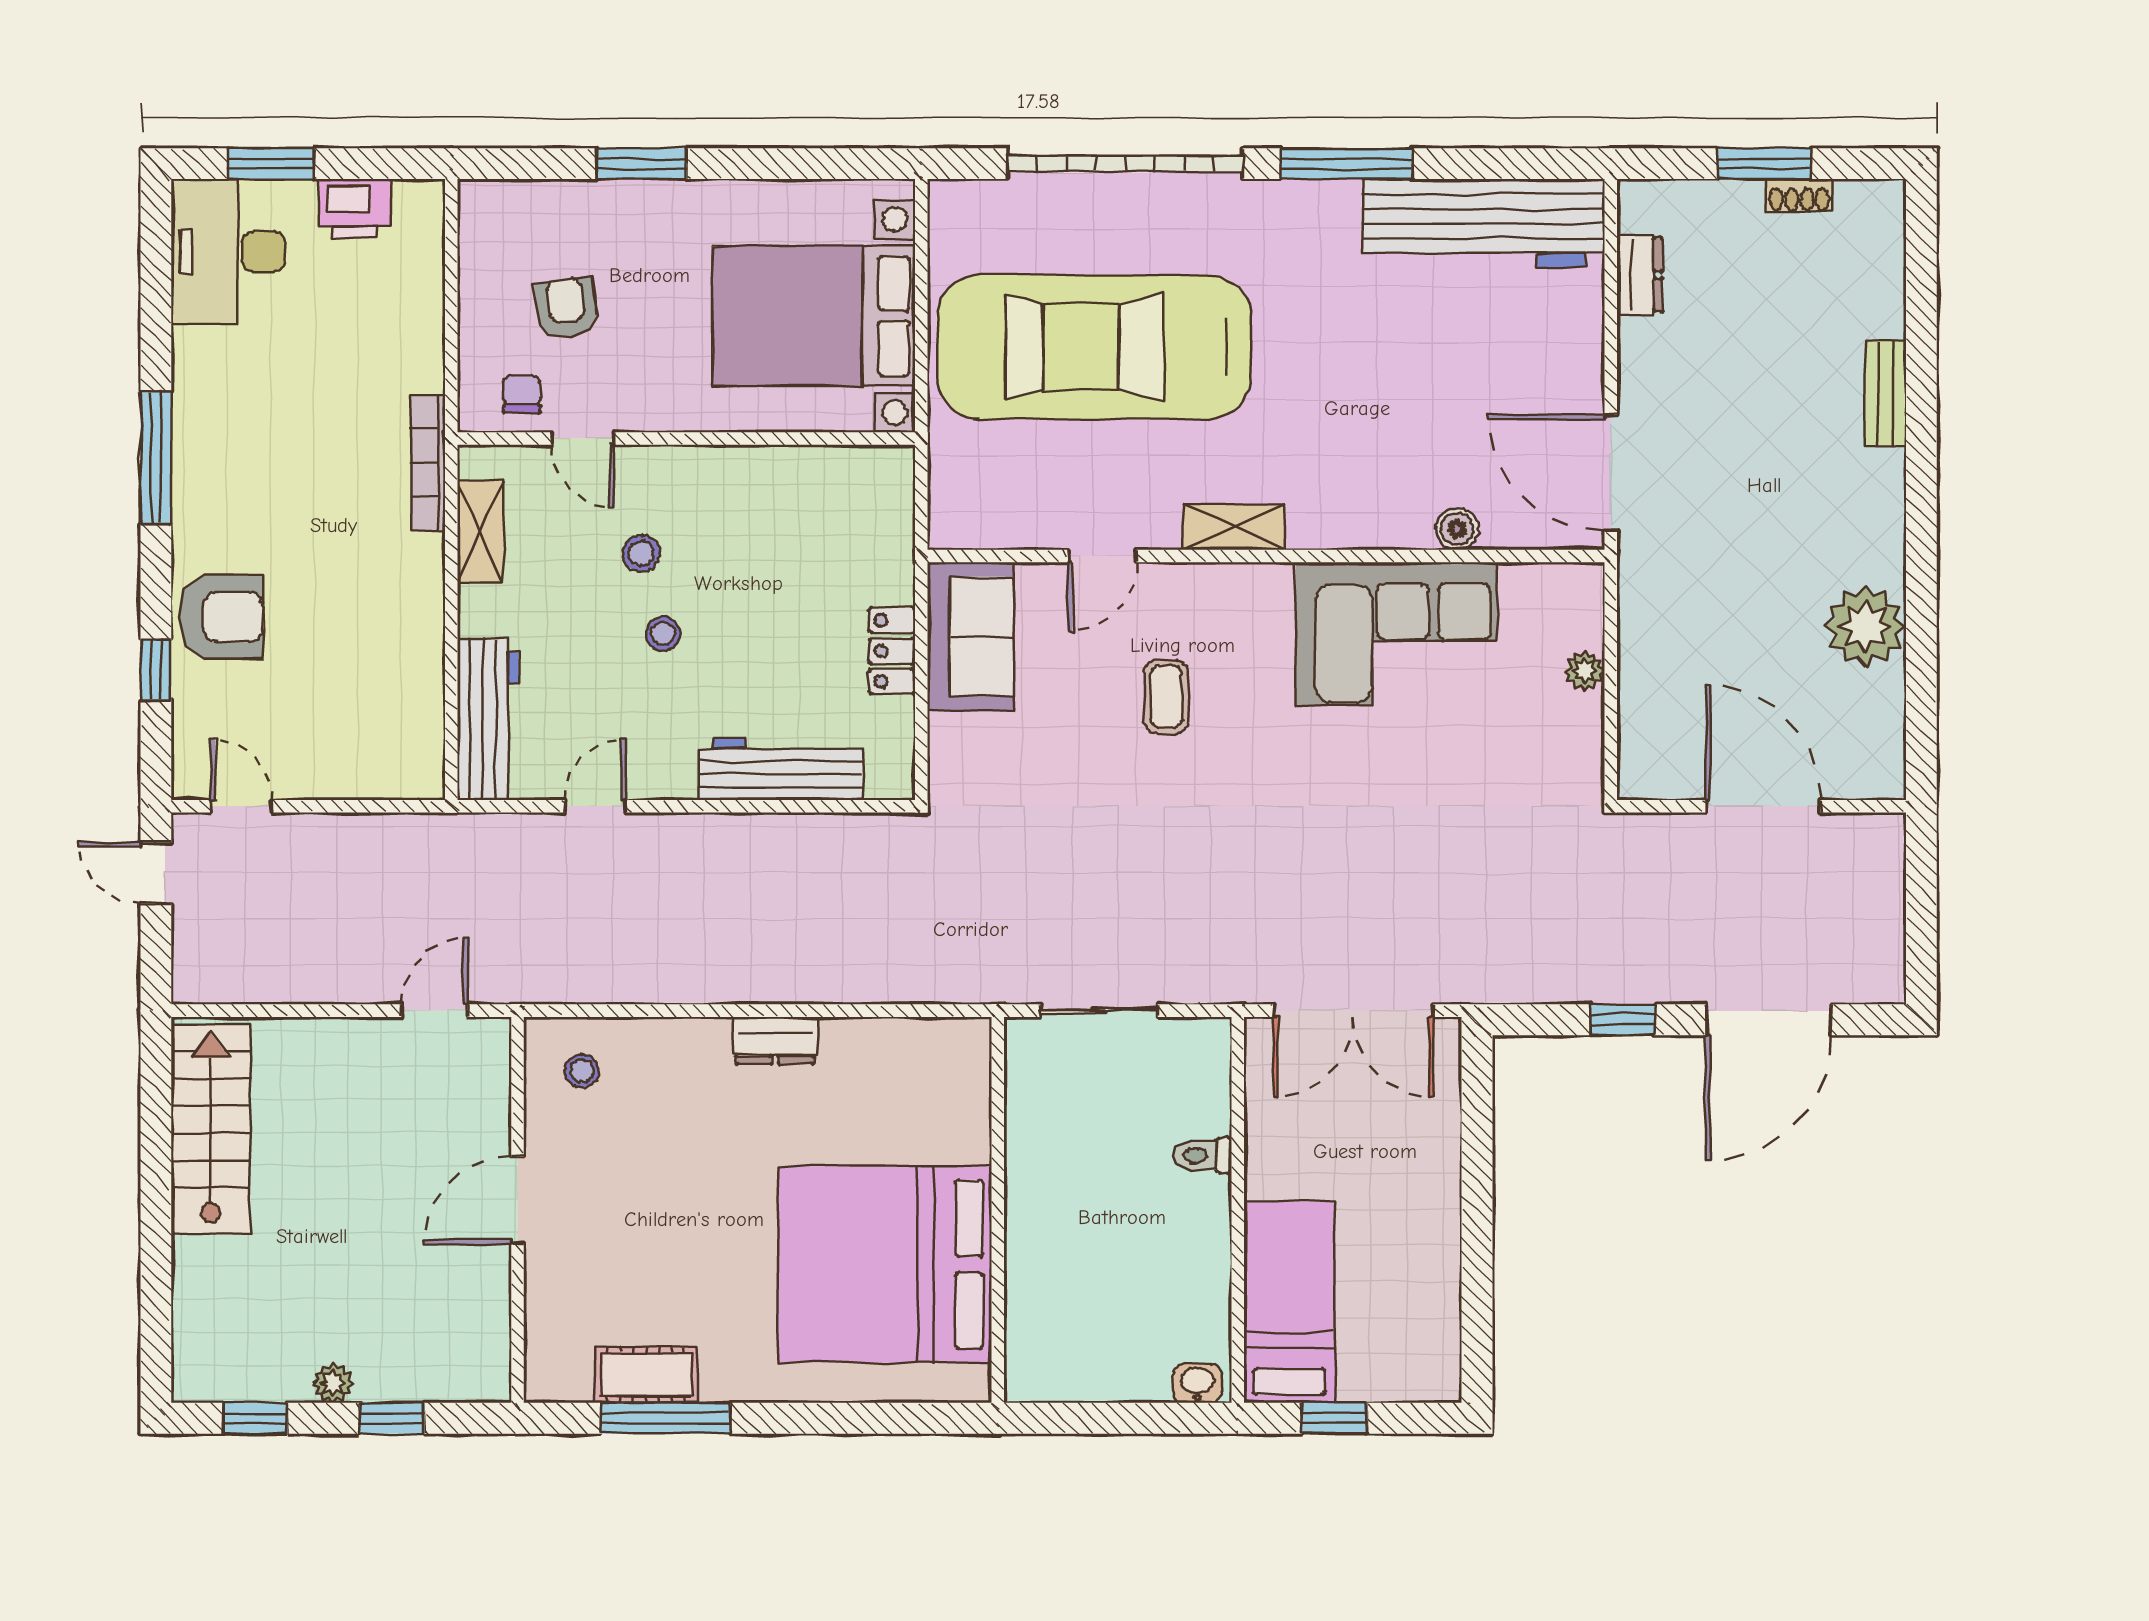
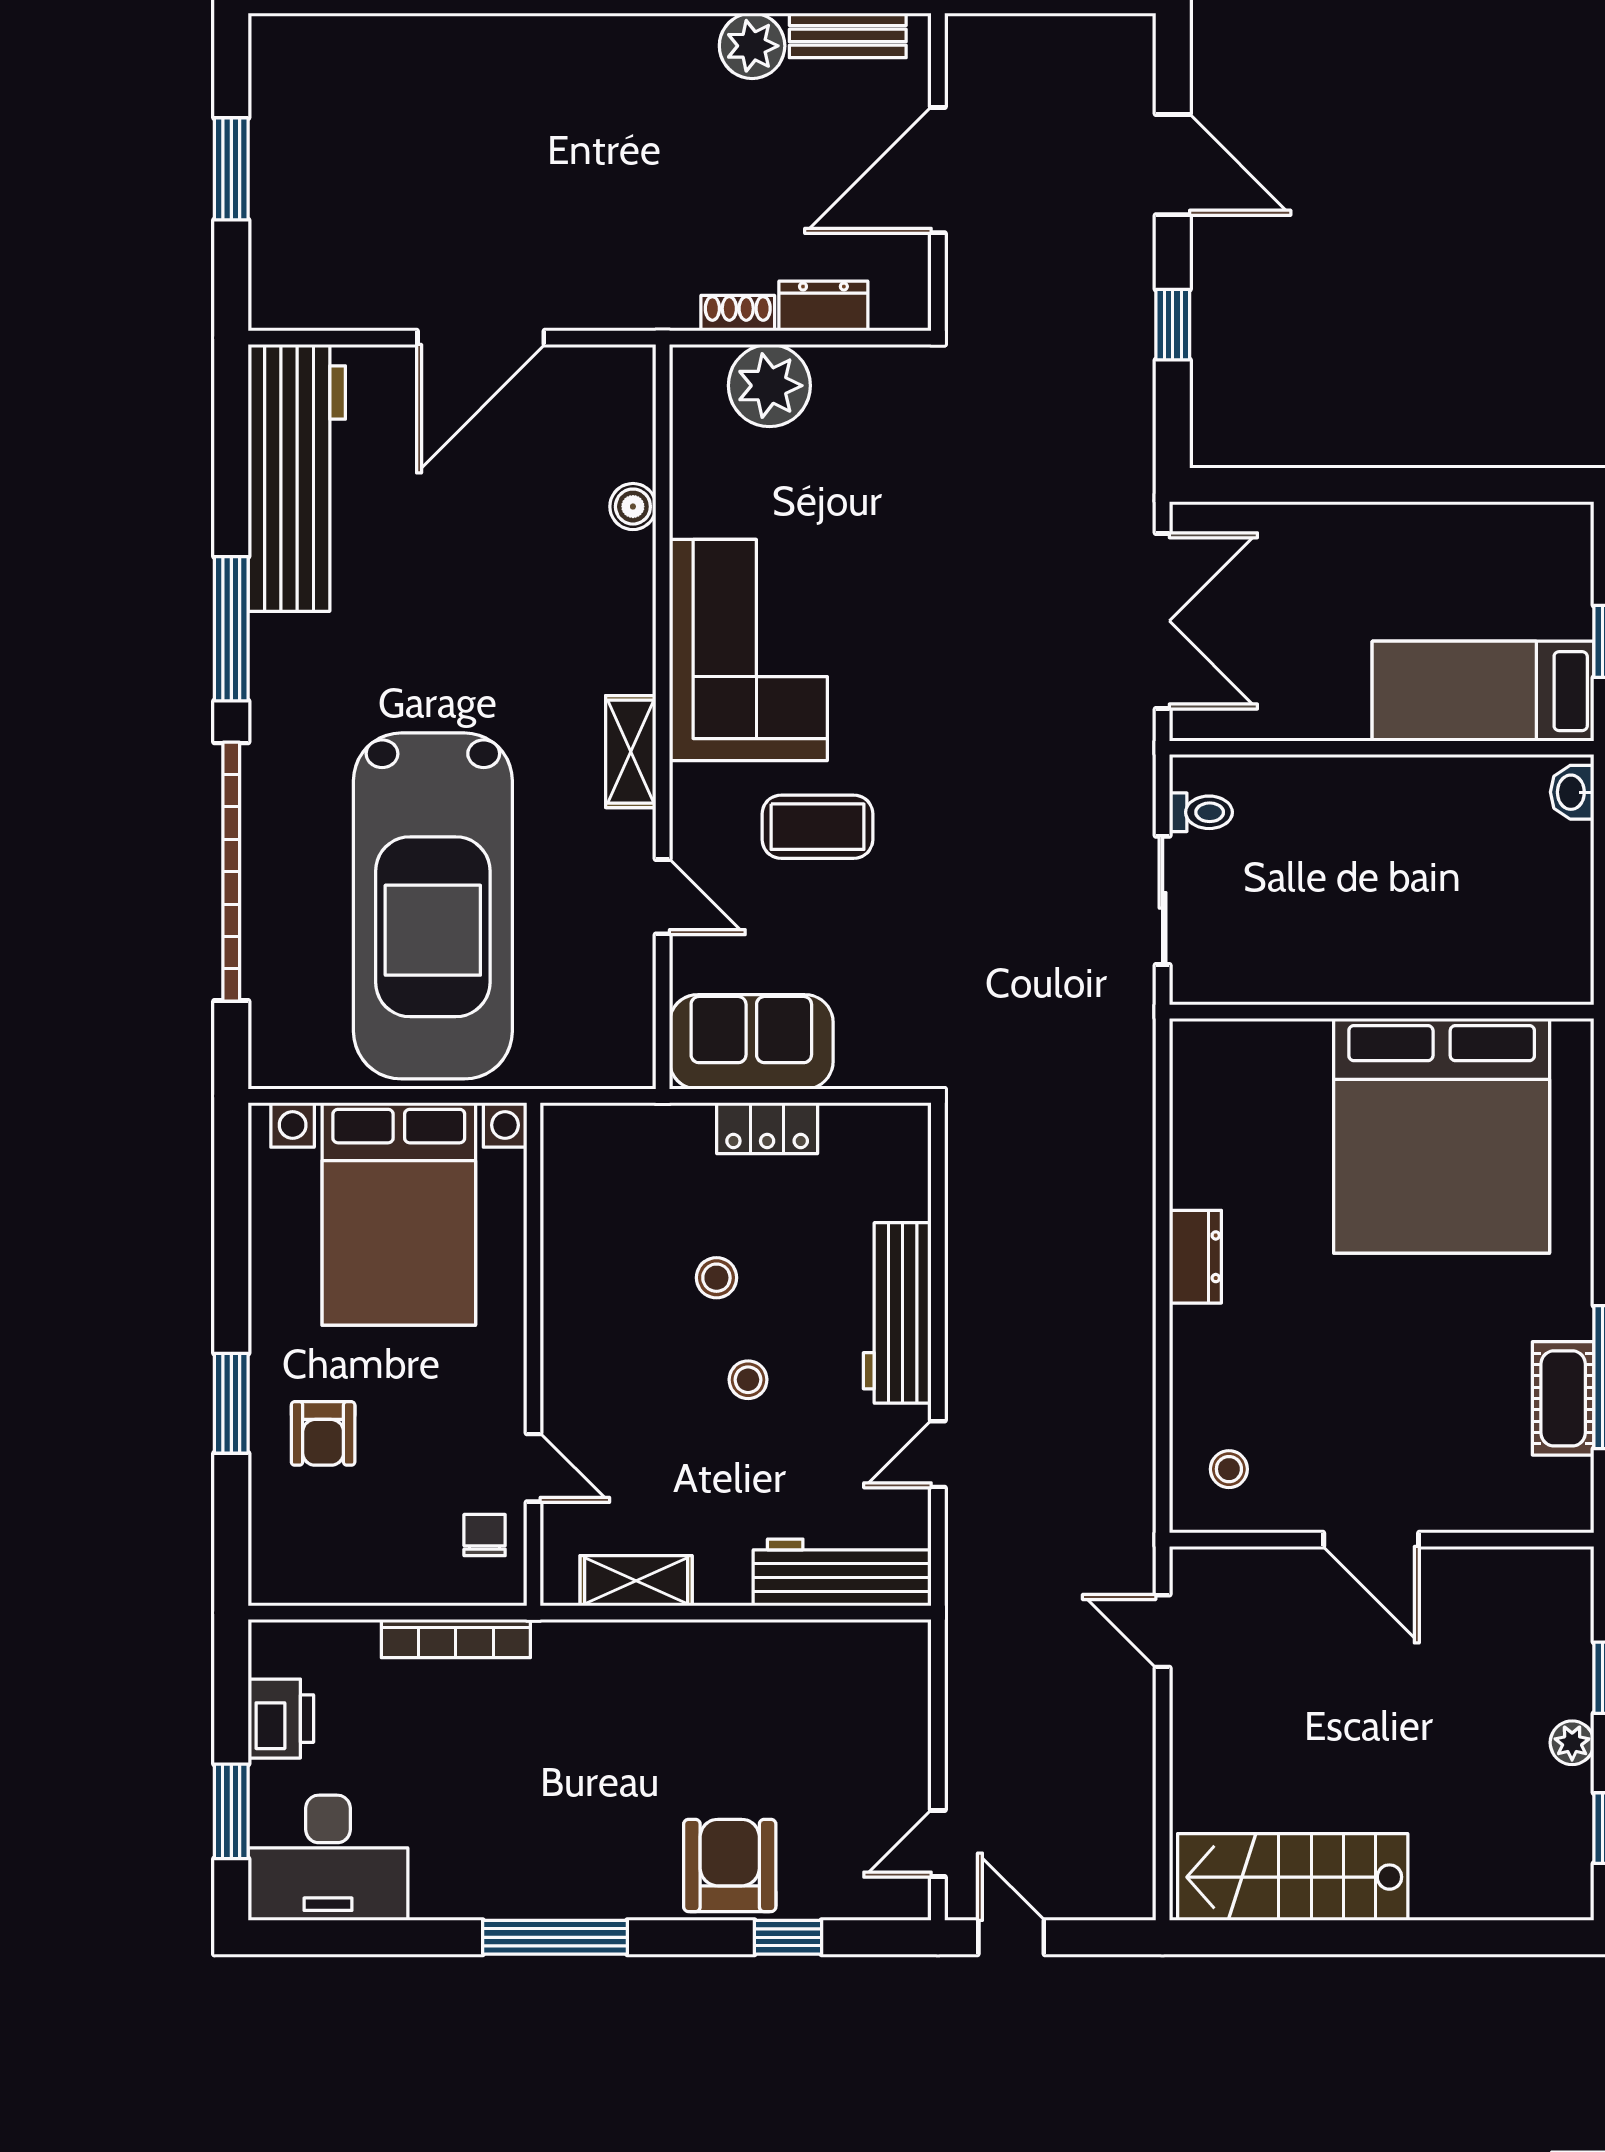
shoe rack: (1799, 195) -> (738, 313), moved, turned -90
dresser: (1640, 275) -> (823, 306), moved
armchair: (567, 308) -> (323, 1433), moved, turned -82
bench: (1886, 393) -> (848, 35), moved
chair: (522, 394) -> (485, 1535), turned 90
door: (583, 438) -> (533, 1468), hinge flipped
bookcase: (428, 463) -> (456, 1639), moved
door: (1611, 473) -> (481, 338), moved
stool: (641, 553) -> (716, 1278), moved
plant: (1865, 626) -> (752, 46), width x0.73, depth x0.73
corner sofa: (1396, 634) -> (748, 650), moved
plant: (1585, 670) -> (769, 386), width x1.87, depth x1.87
coffee table: (1166, 697) -> (817, 827), width x1.36, depth x1.30
workbench: (781, 769) -> (897, 1313), moved
door: (595, 806) -> (938, 1454), hinge flipped
door: (156, 873) -> (1011, 1937), swing flipped
door: (1768, 1020) -> (1173, 165), width x0.73
toilet: (1203, 1155) -> (1201, 812), moved, turned -90

